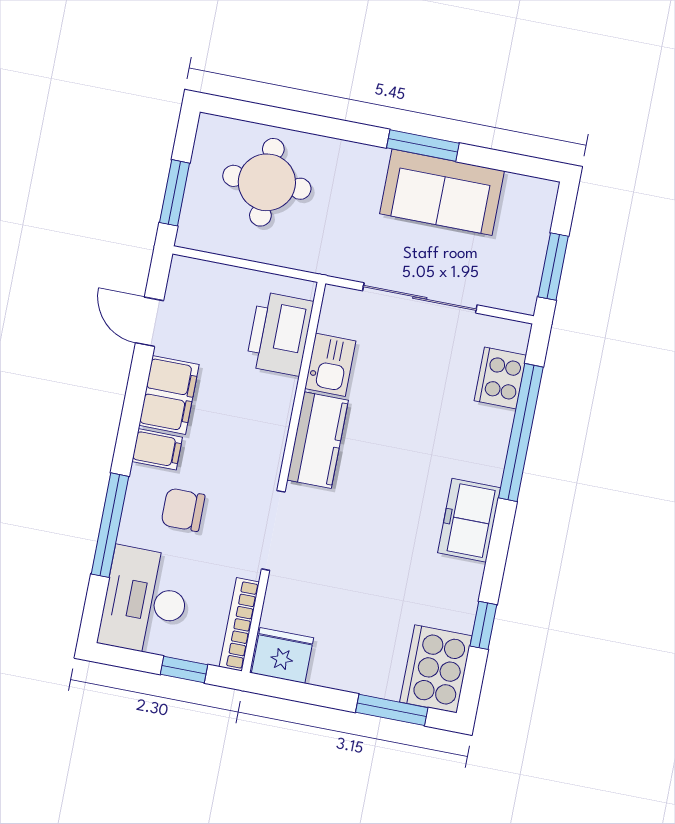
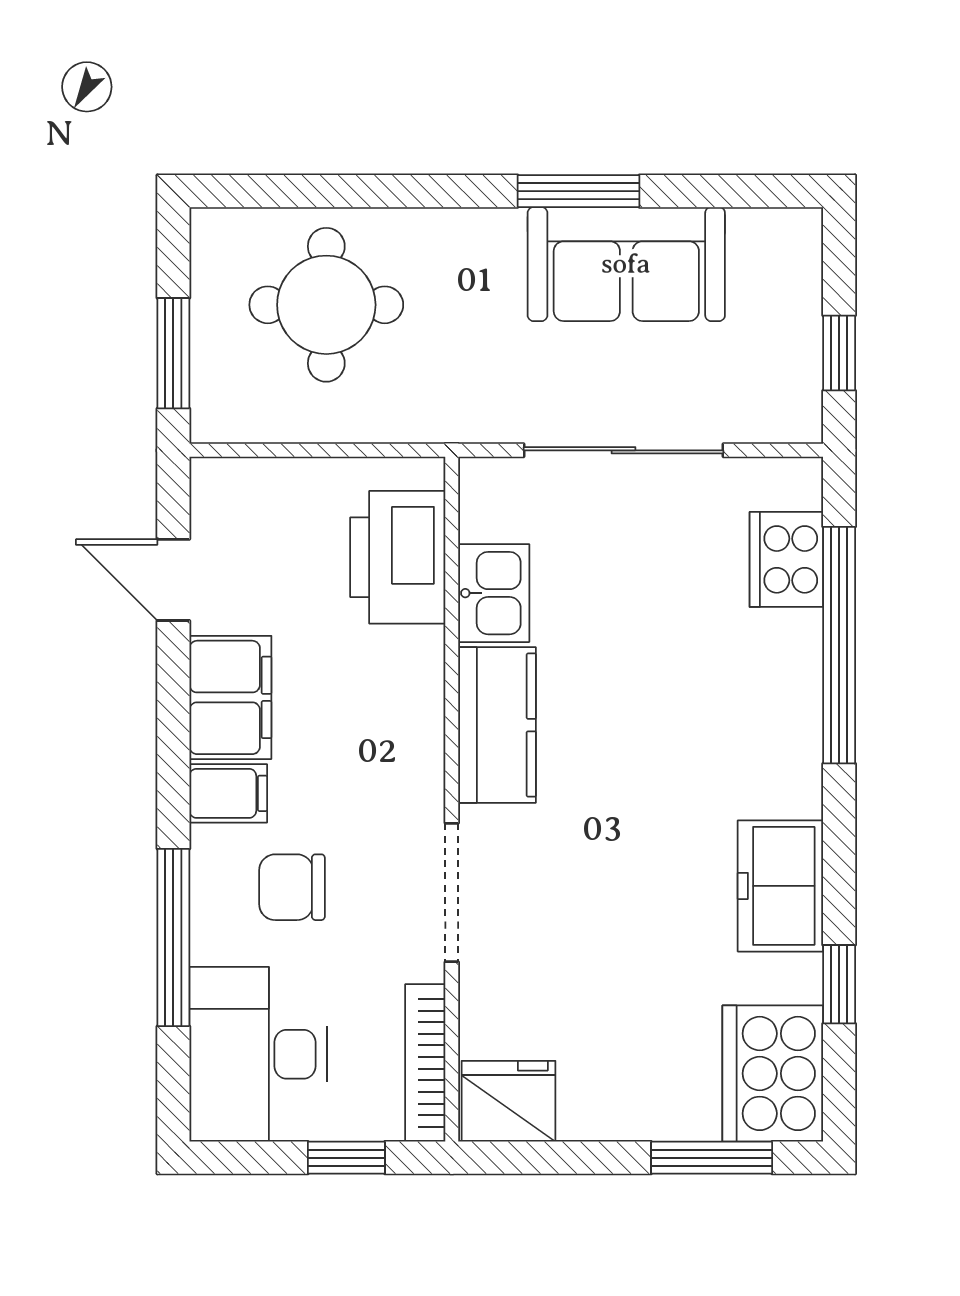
window: (553, 266) -> (839, 353), width x0.67
freezer: (469, 520) -> (780, 886), moved

